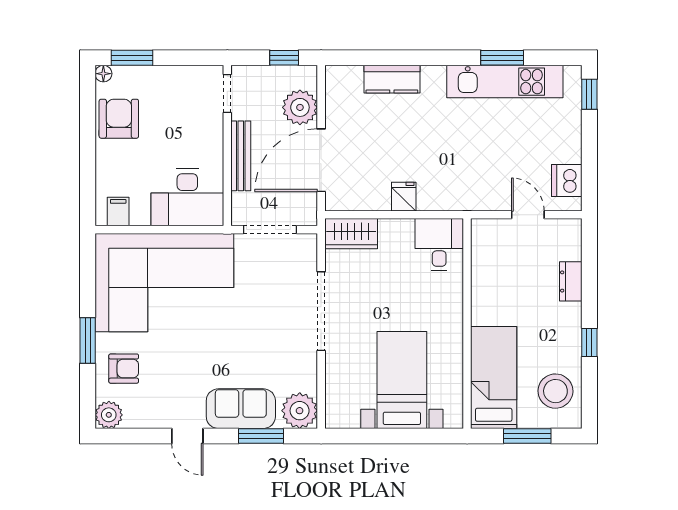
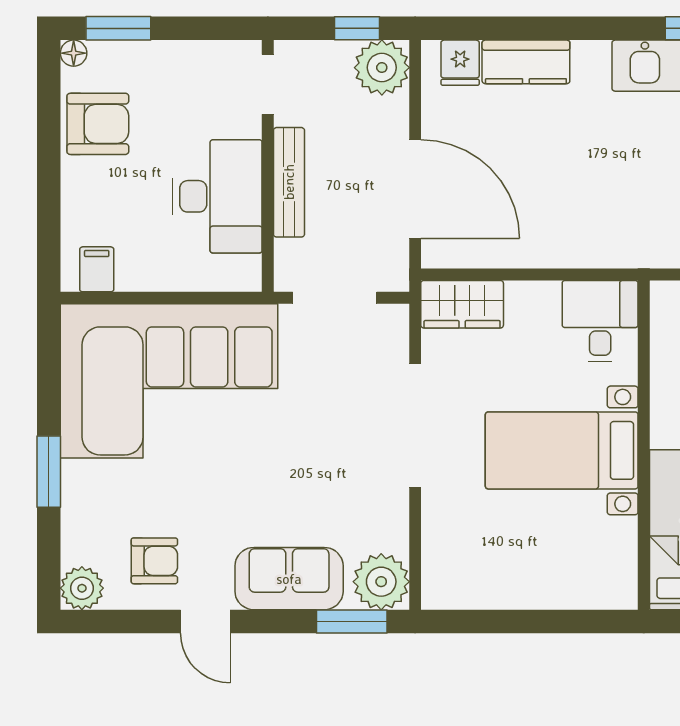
plant: (300, 107) -> (382, 68), moved
armchair: (119, 119) -> (98, 124), turned 90
door: (321, 160) -> (415, 189), swing flipped
desk: (187, 197) -> (217, 196), moved, turned -90
fridge: (404, 197) -> (460, 63), moved, turned 180
armchair: (124, 369) -> (154, 561), moved
bed with nightstands: (402, 380) -> (562, 450), moved, turned -90
window: (261, 436) -> (352, 621), moved

